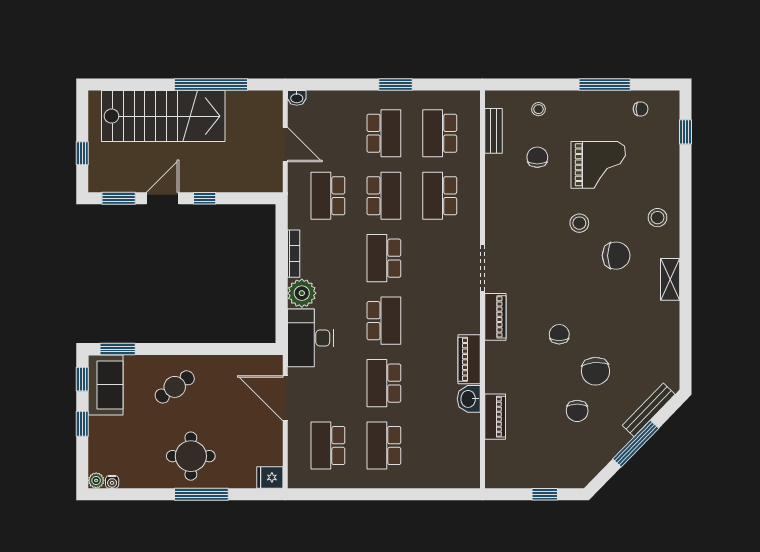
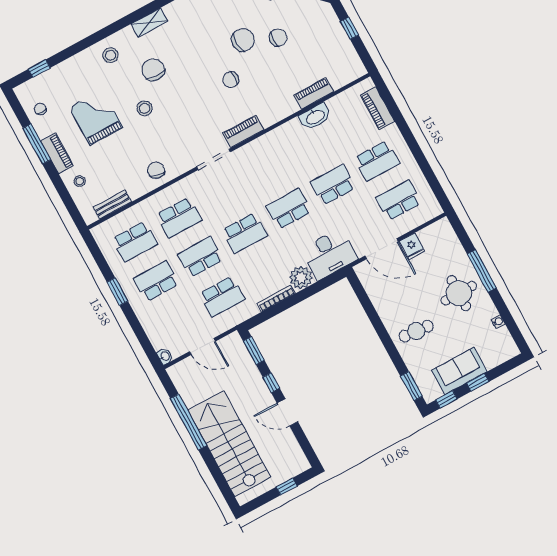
piano: (582, 101) -> (57, 153), added
door: (285, 145) -> (202, 346), swing flipped
chair: (537, 157) -> (156, 170), moved, turned 102
window: (119, 198) -> (254, 351), moved
piano: (469, 359) -> (377, 108), moved, turned 90
school desk: (384, 383) -> (333, 185), turned 180
sofa: (106, 385) -> (459, 371), moved
cafe table: (175, 387) -> (416, 331), turned -49
door: (285, 398) -> (382, 249), hinge flipped
washbasin: (469, 399) -> (315, 117), width x1.38
school desk: (328, 446) -> (399, 200), turned 180
fridge: (270, 477) -> (412, 246), moved
plant: (96, 480) -> (513, 351), removed
water cooler: (112, 482) -> (498, 322), moved

